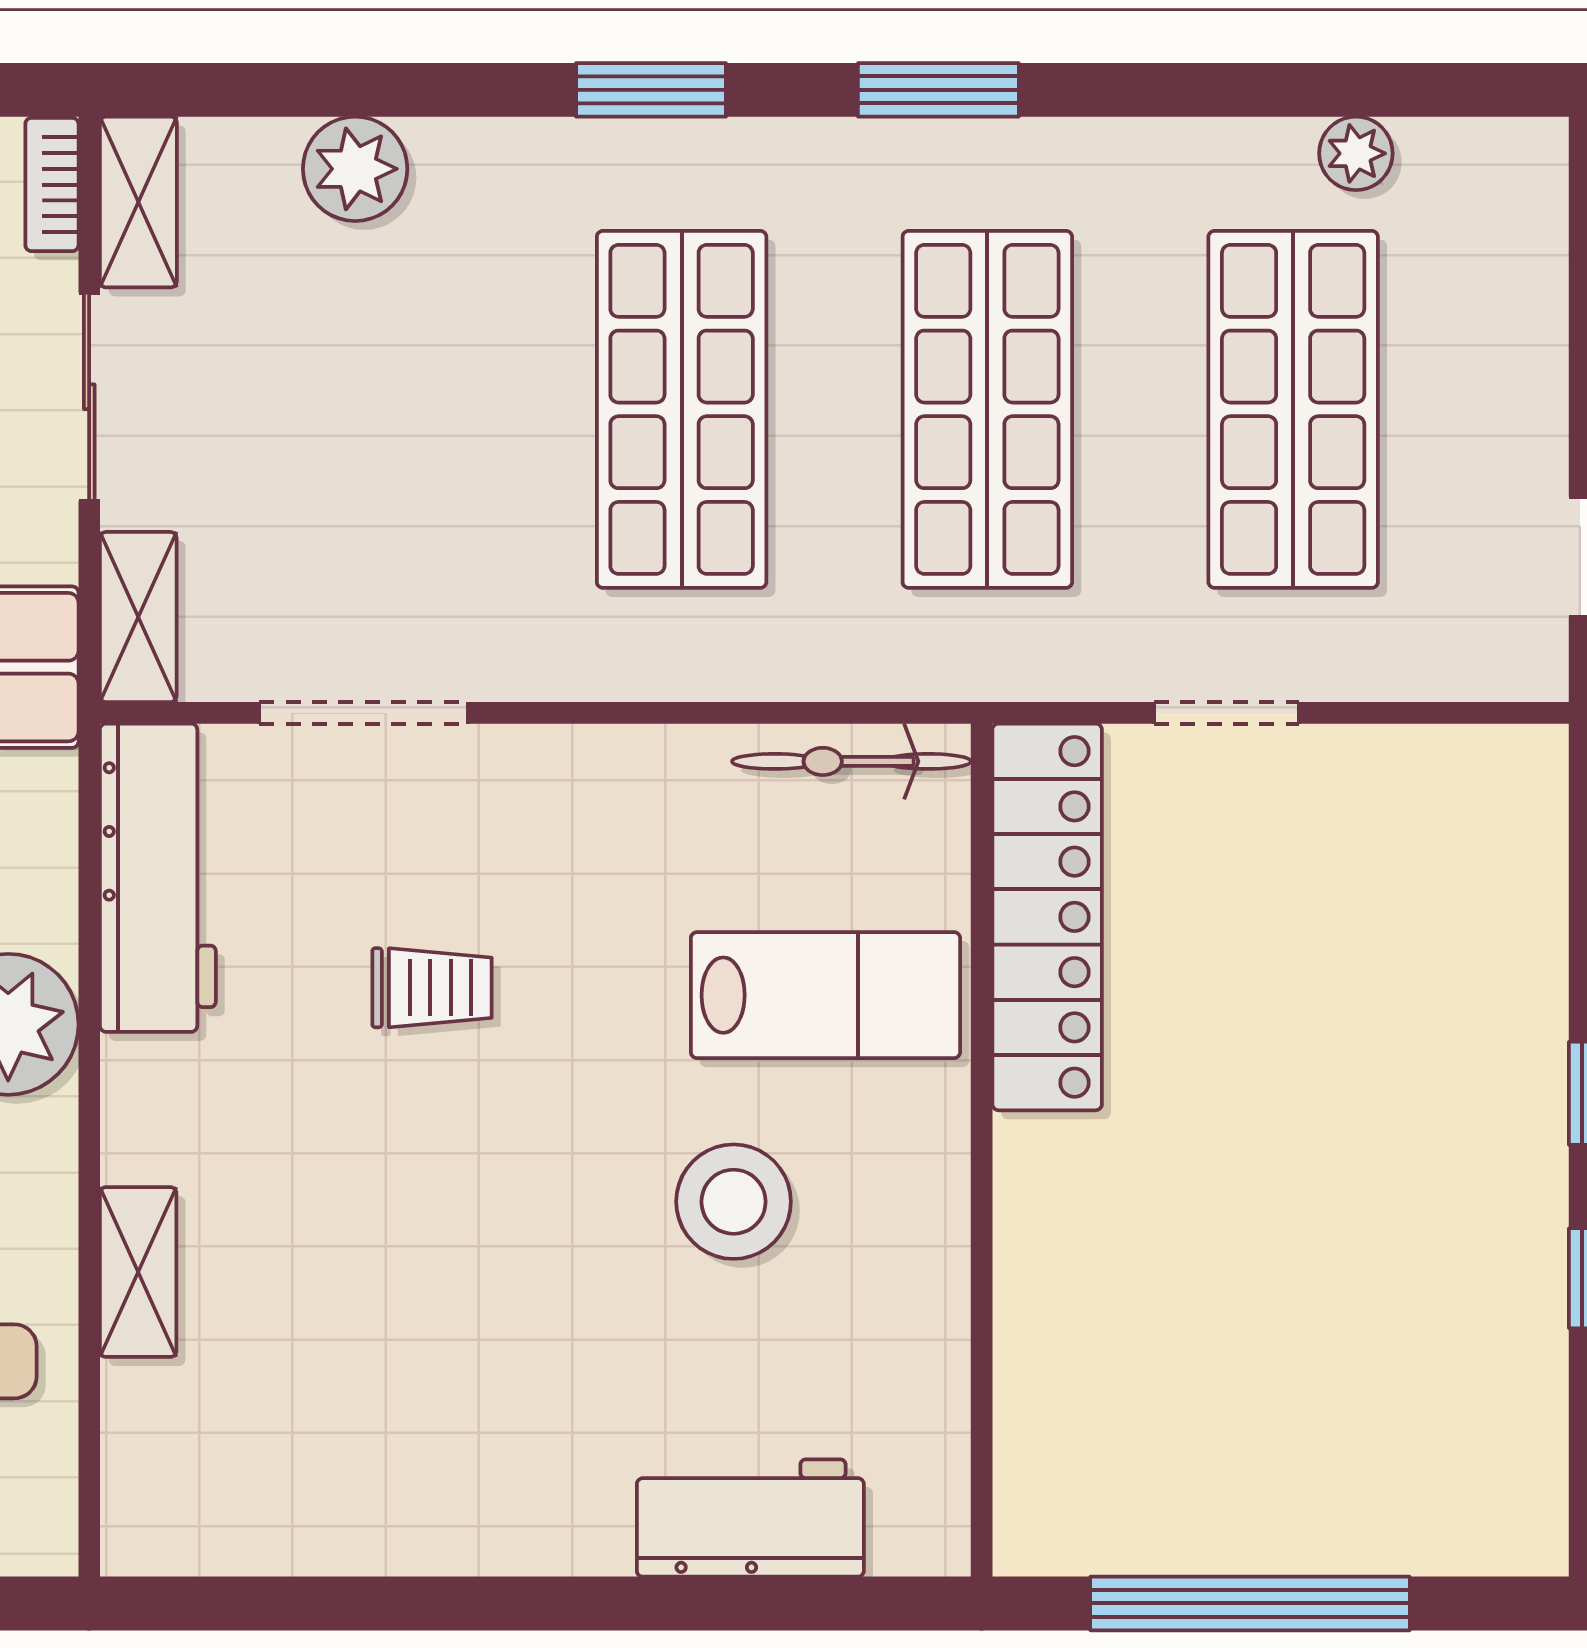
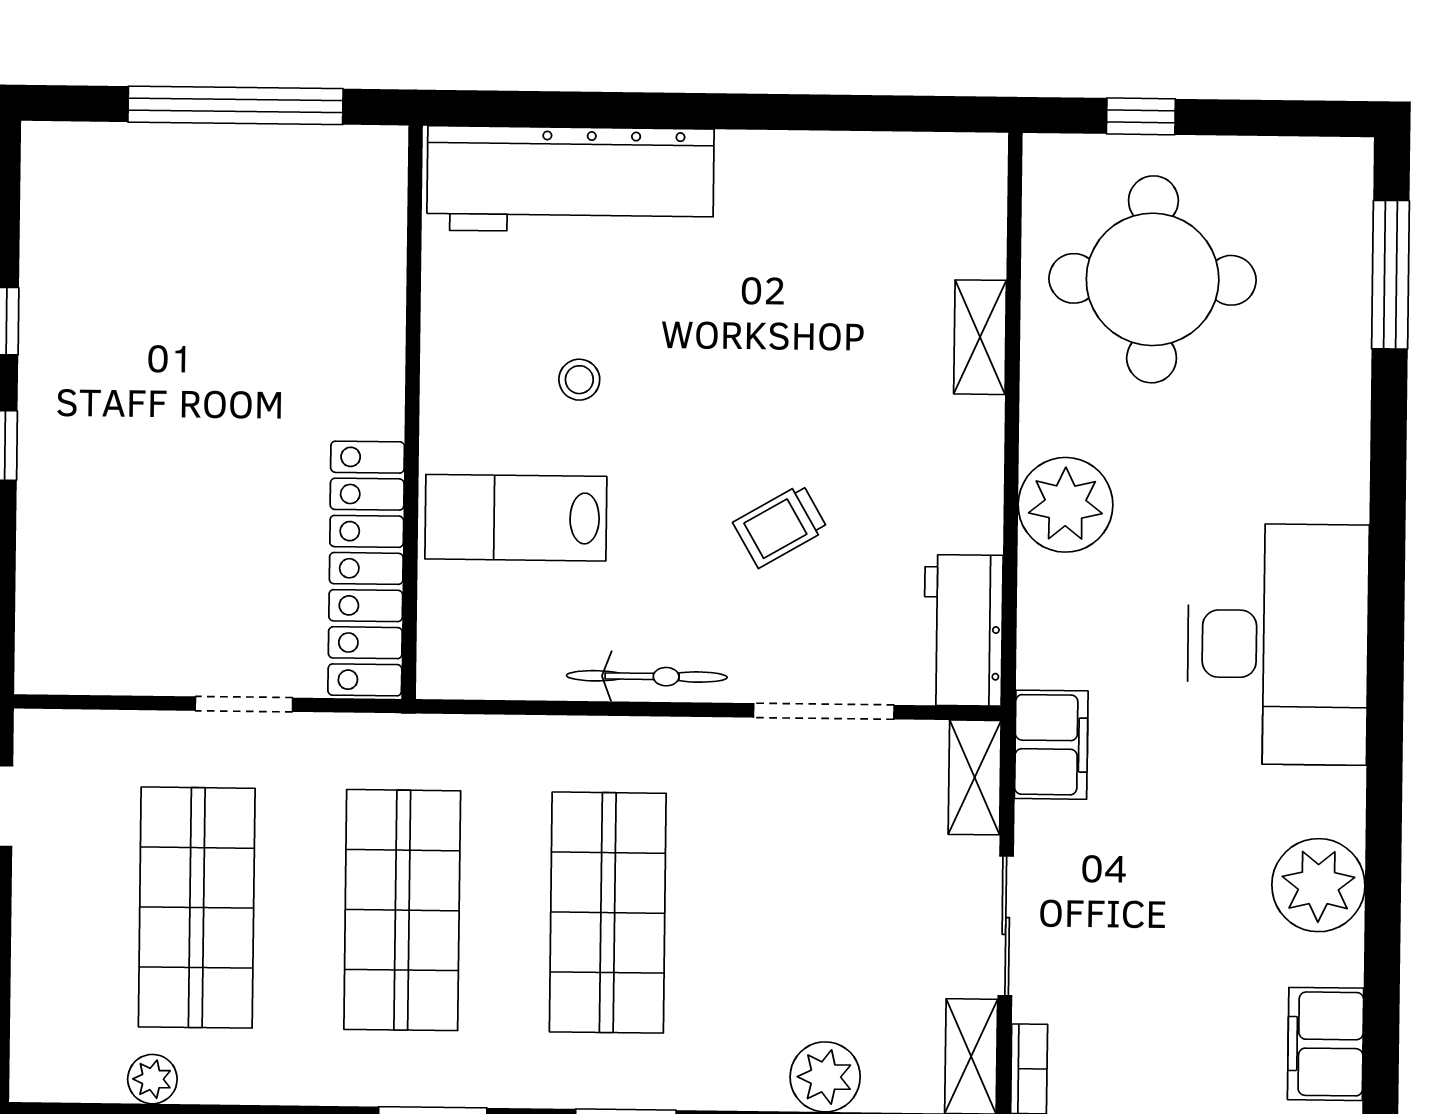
bicycle: (851, 761) -> (647, 676), moved
workbench: (158, 878) -> (963, 630), width x0.73
trolley: (432, 988) -> (780, 526), turned -30
stool: (734, 1202) -> (579, 380), width x0.53, depth x0.53
workbench: (750, 1518) -> (570, 180), width x1.88, depth x1.32

